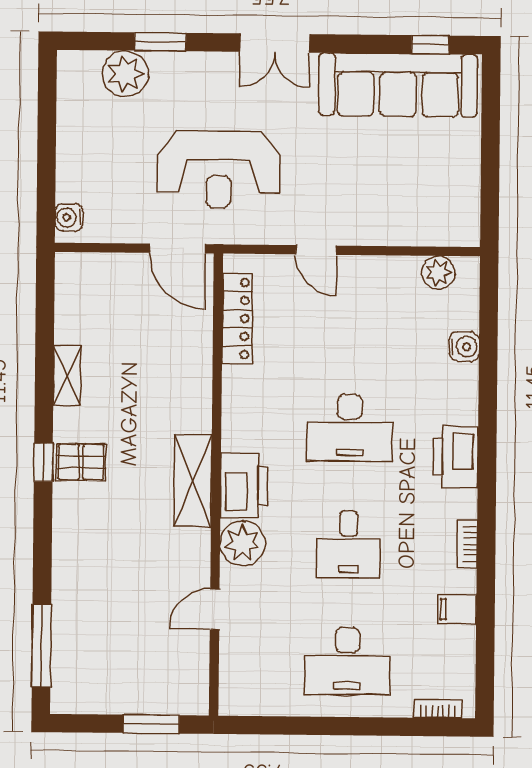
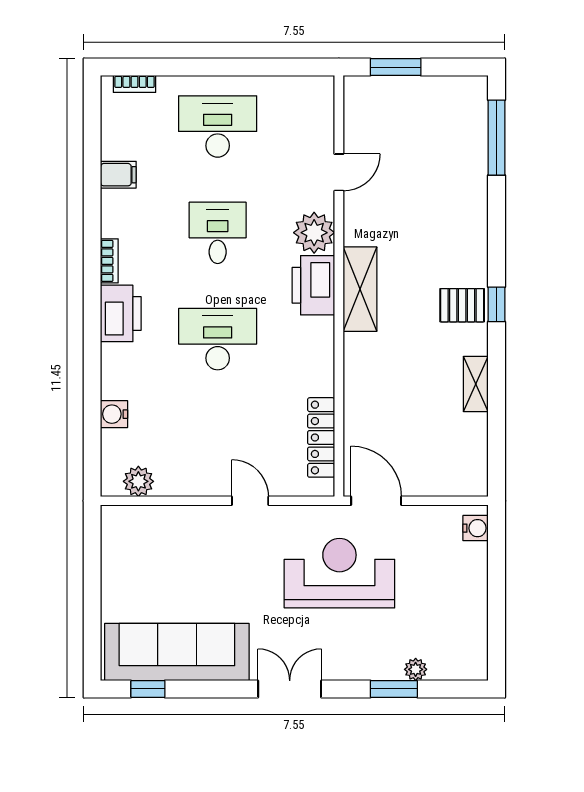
plant: (125, 74) -> (416, 669), width x0.53, depth x0.53
bookcase: (467, 544) -> (109, 261), moved

